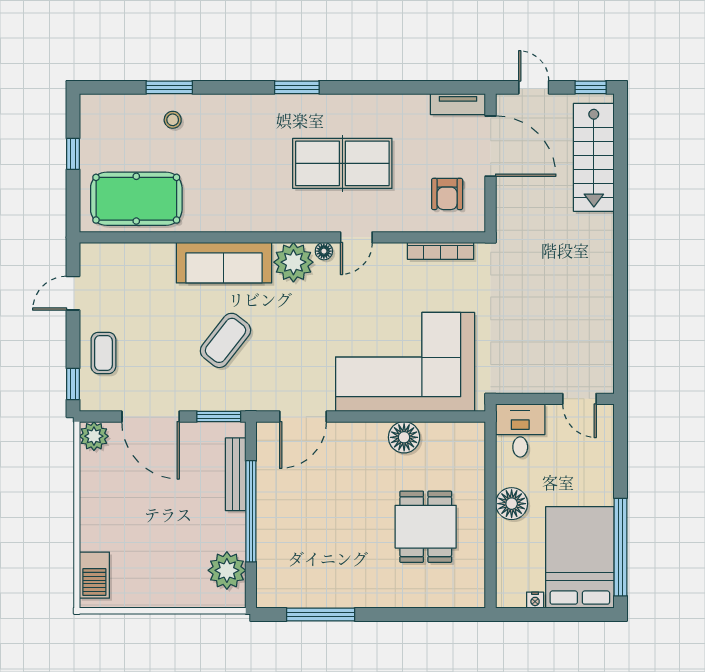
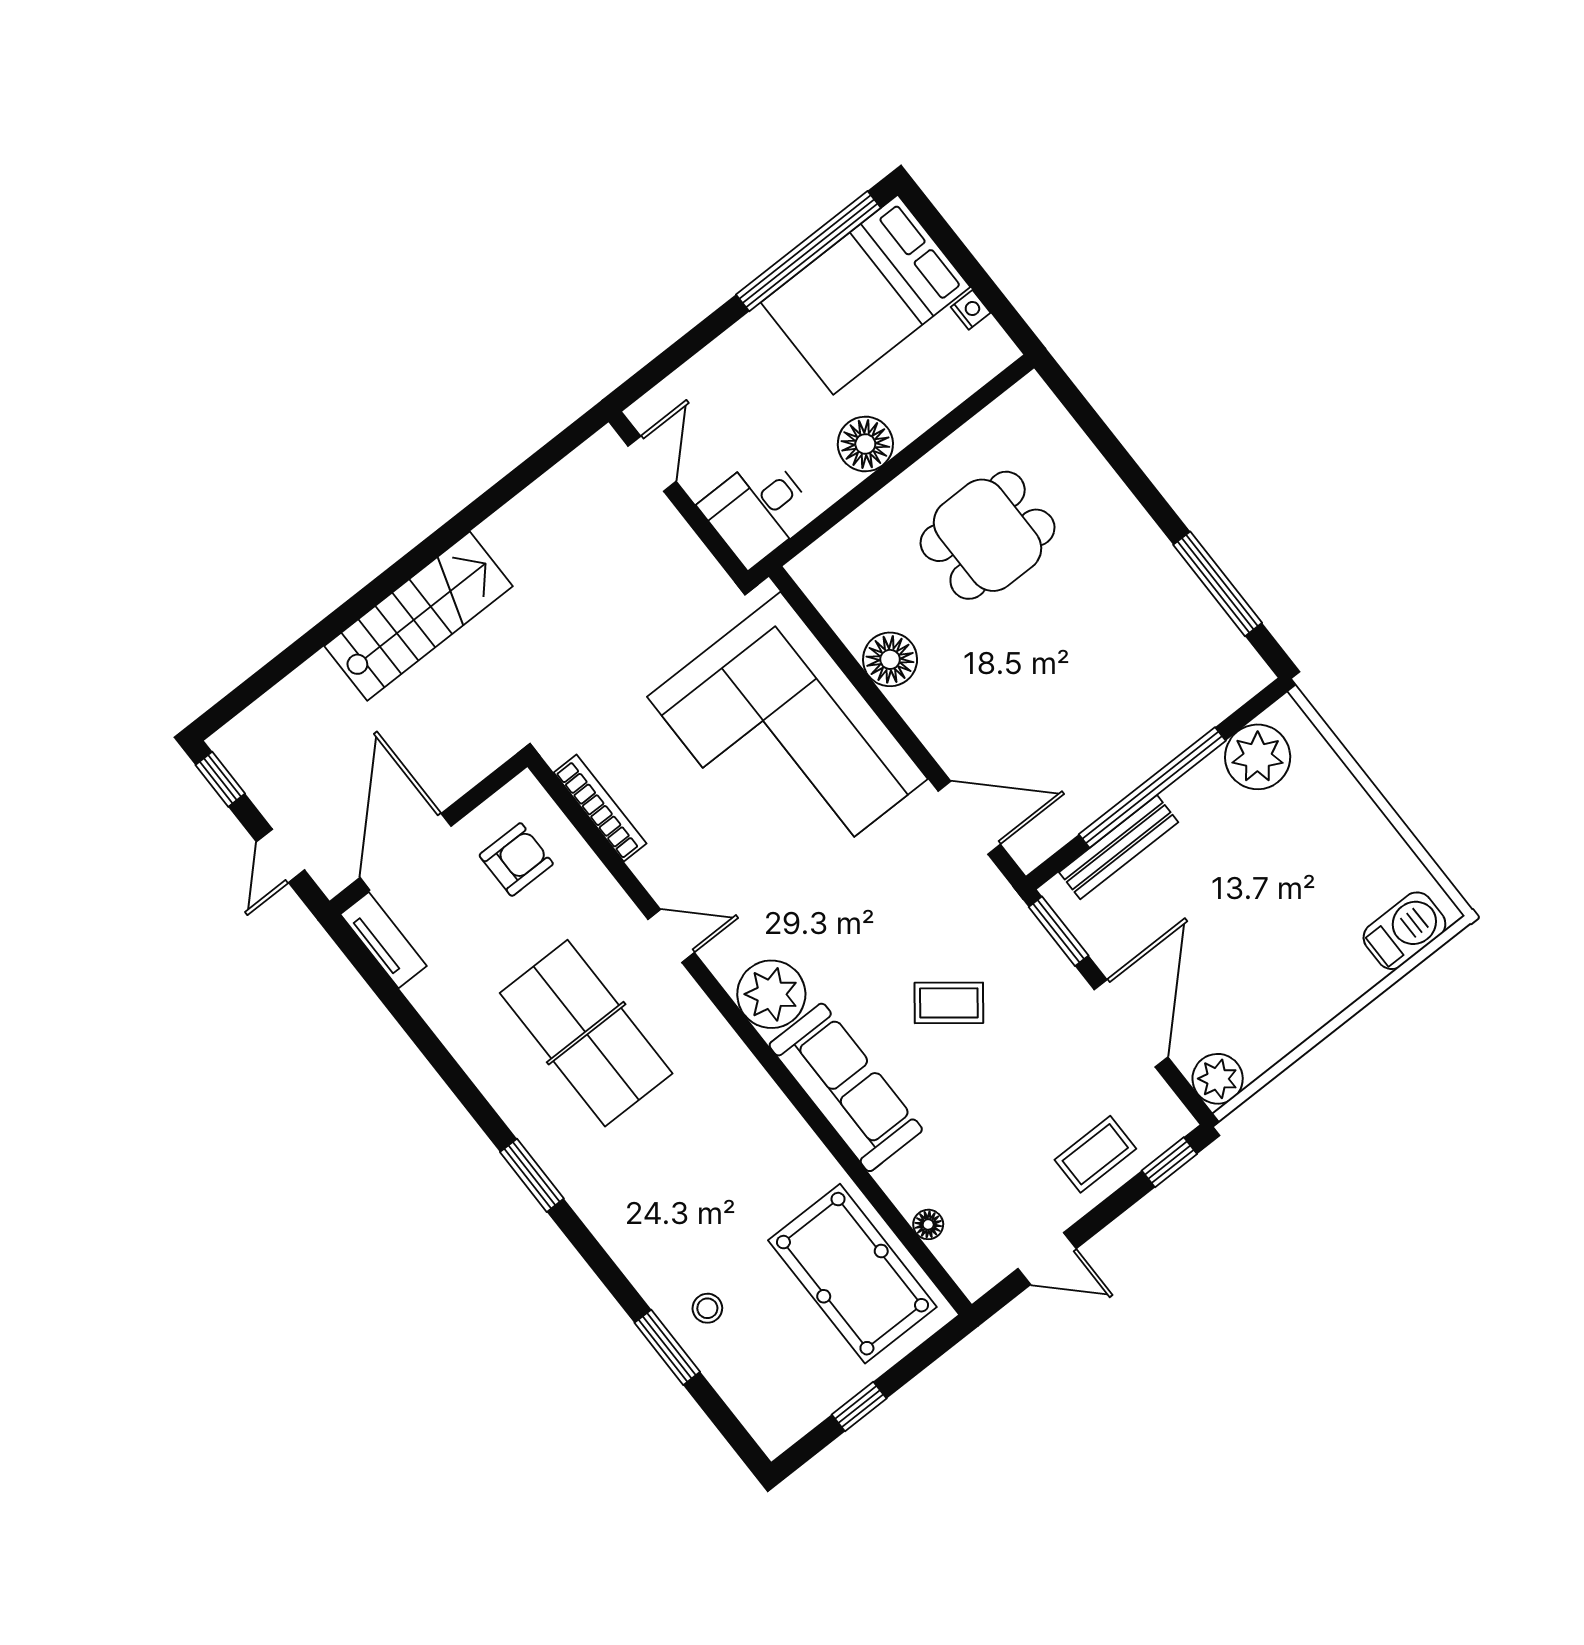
stairs: (594, 157) -> (418, 616), moved
floor lamp: (324, 251) -> (928, 1224), moved
coffee table: (225, 340) -> (949, 1003), width x0.73, depth x0.77

